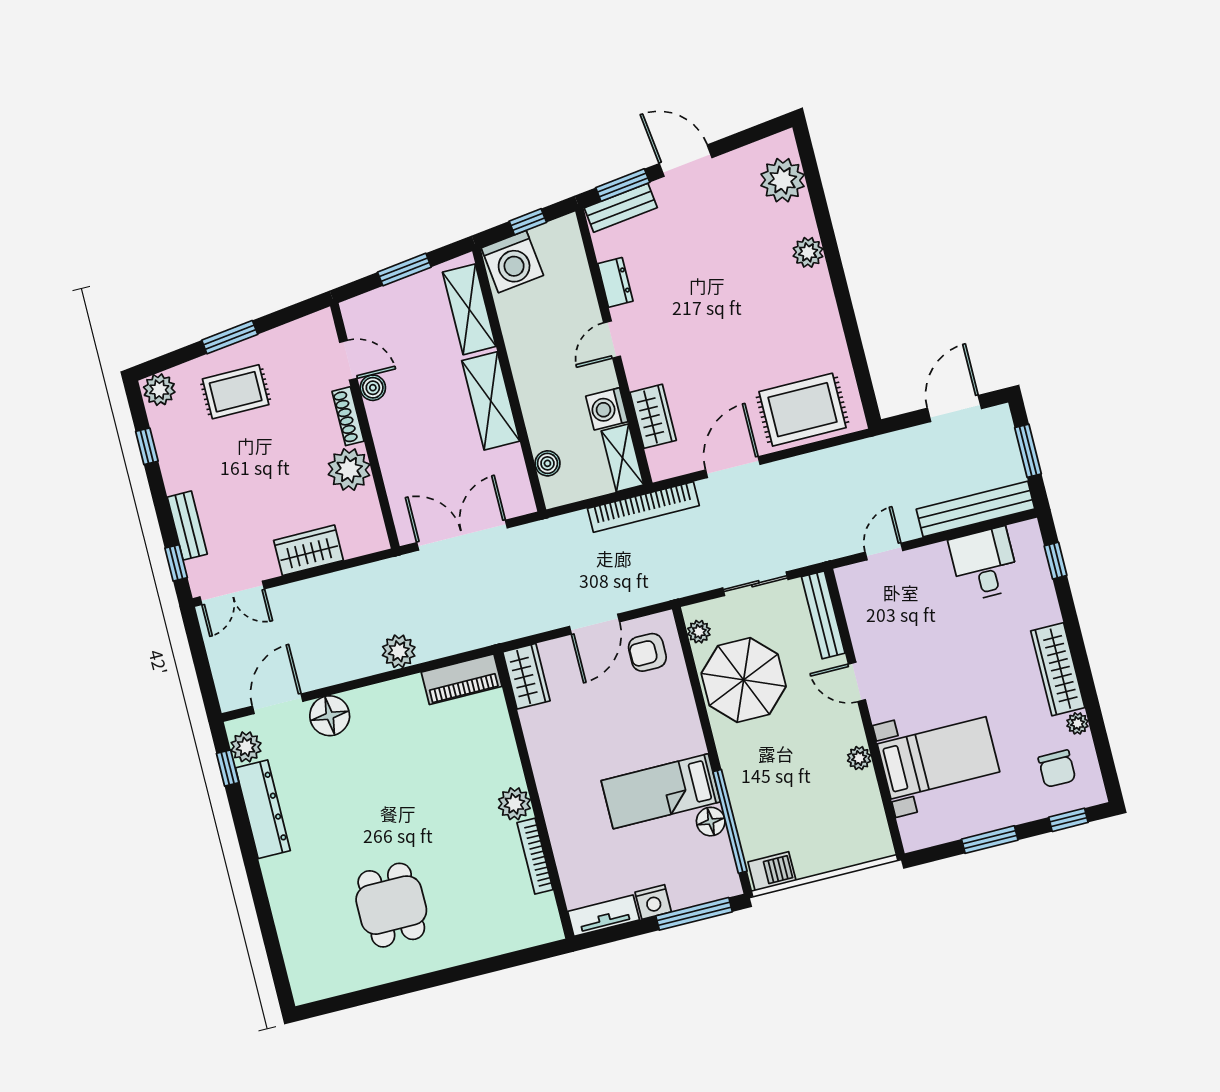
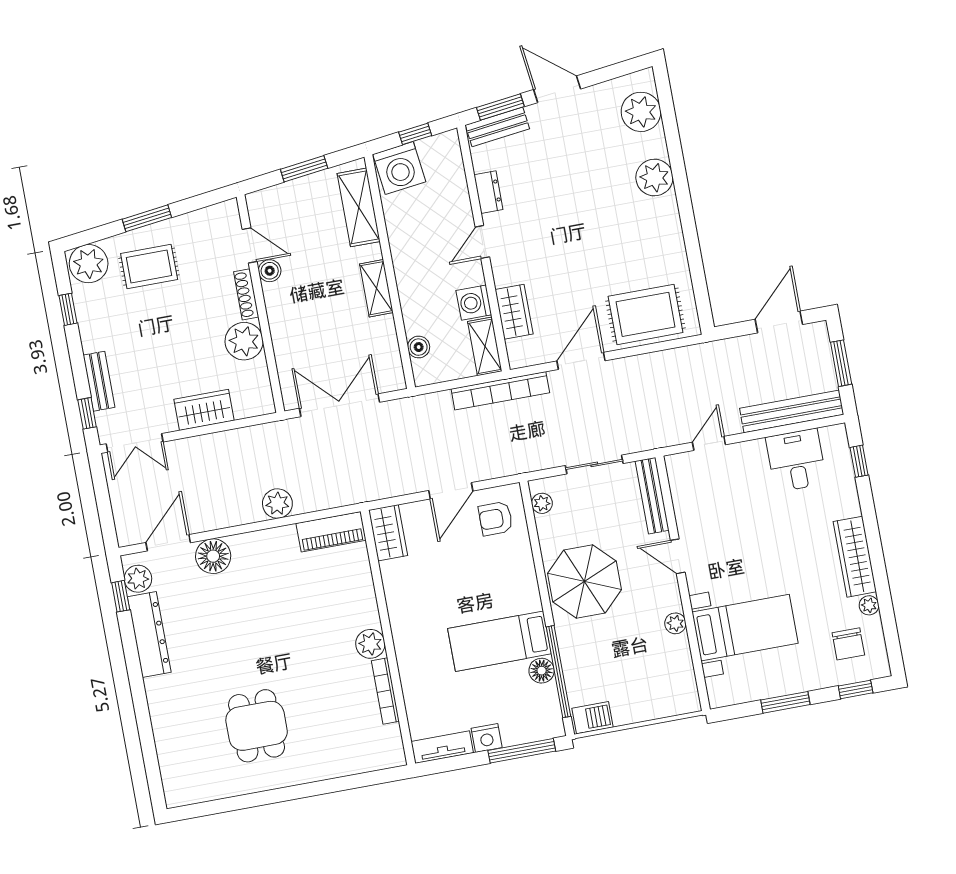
plant: (808, 252) -> (654, 178), width x1.36, depth x1.36
plant: (159, 390) -> (89, 264), width x1.36, depth x1.36
shelving: (491, 401) -> (376, 288), width x0.67, depth x0.75
parasol: (744, 680) -> (585, 581), moved

